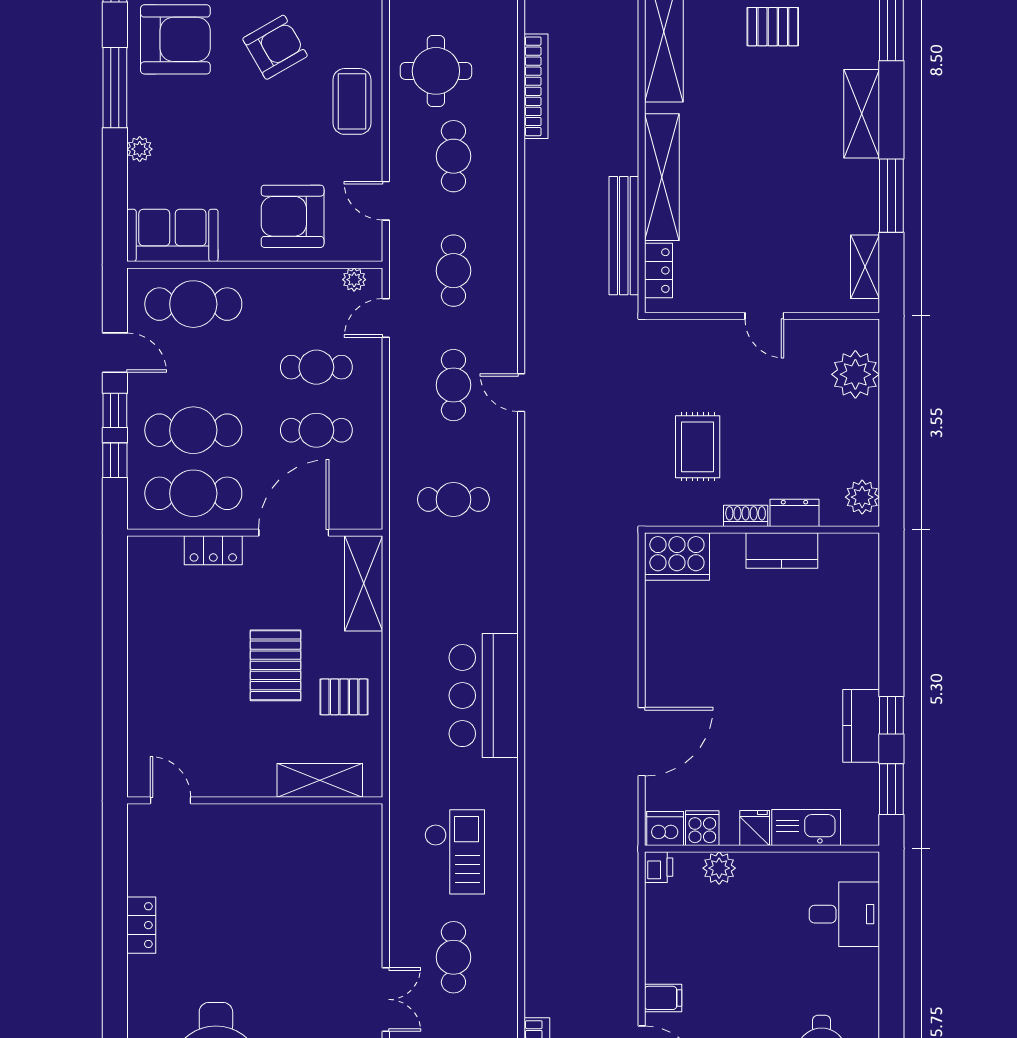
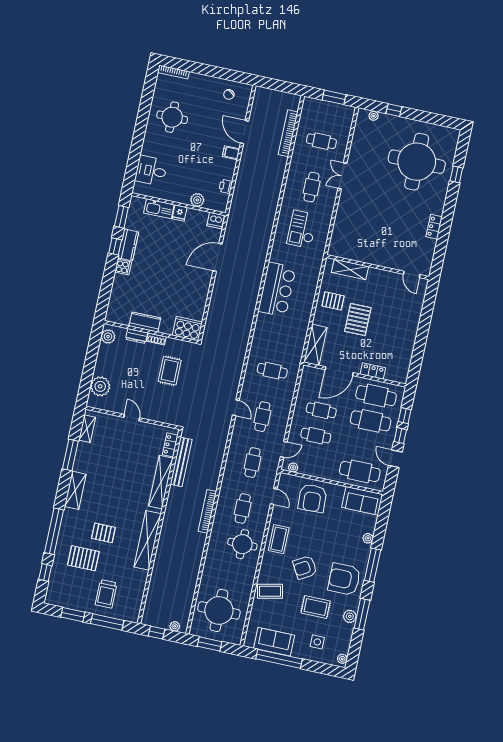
bookcase: (536, 86) -> (207, 511), moved
armchair: (293, 216) -> (312, 498), turned 88
cooker: (702, 828) -> (123, 267), moved, turned -90
printer: (659, 867) -> (226, 186), moved

